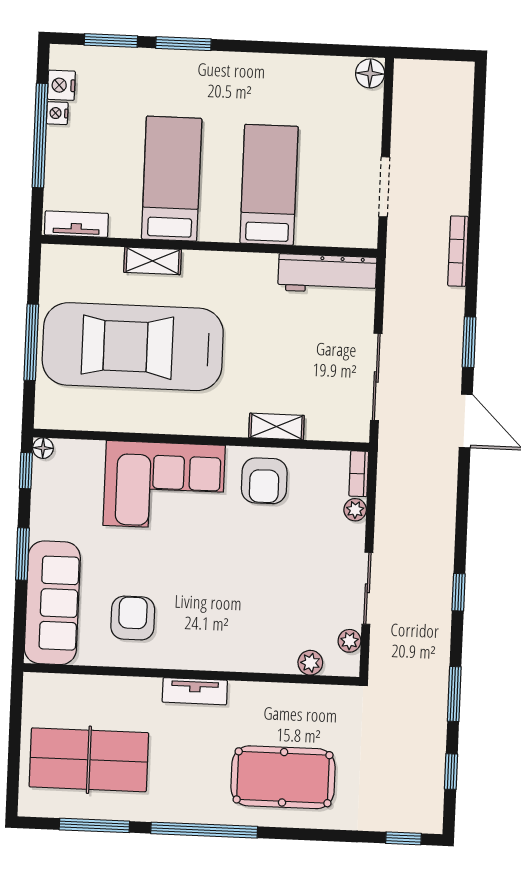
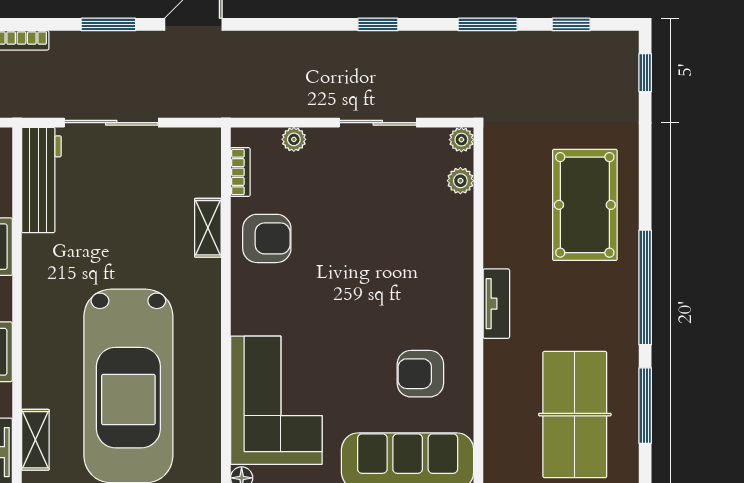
shelving: (153, 261) -> (35, 440), moved
sliding door: (376, 377) -> (111, 123), moved
bookcase: (359, 474) -> (240, 172), moved, turned -90
corner sofa: (164, 485) -> (276, 400), moved
plant: (349, 641) -> (461, 140), moved

